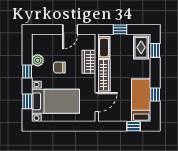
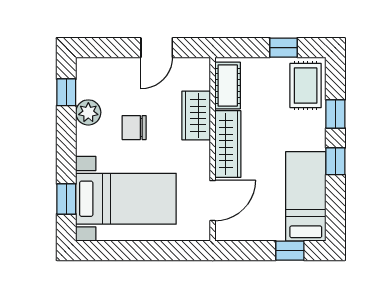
window: (120, 29) -> (284, 48), moved
window: (155, 50) -> (335, 114), moved
window: (27, 71) -> (66, 92), moved
window: (155, 94) -> (335, 161), moved

